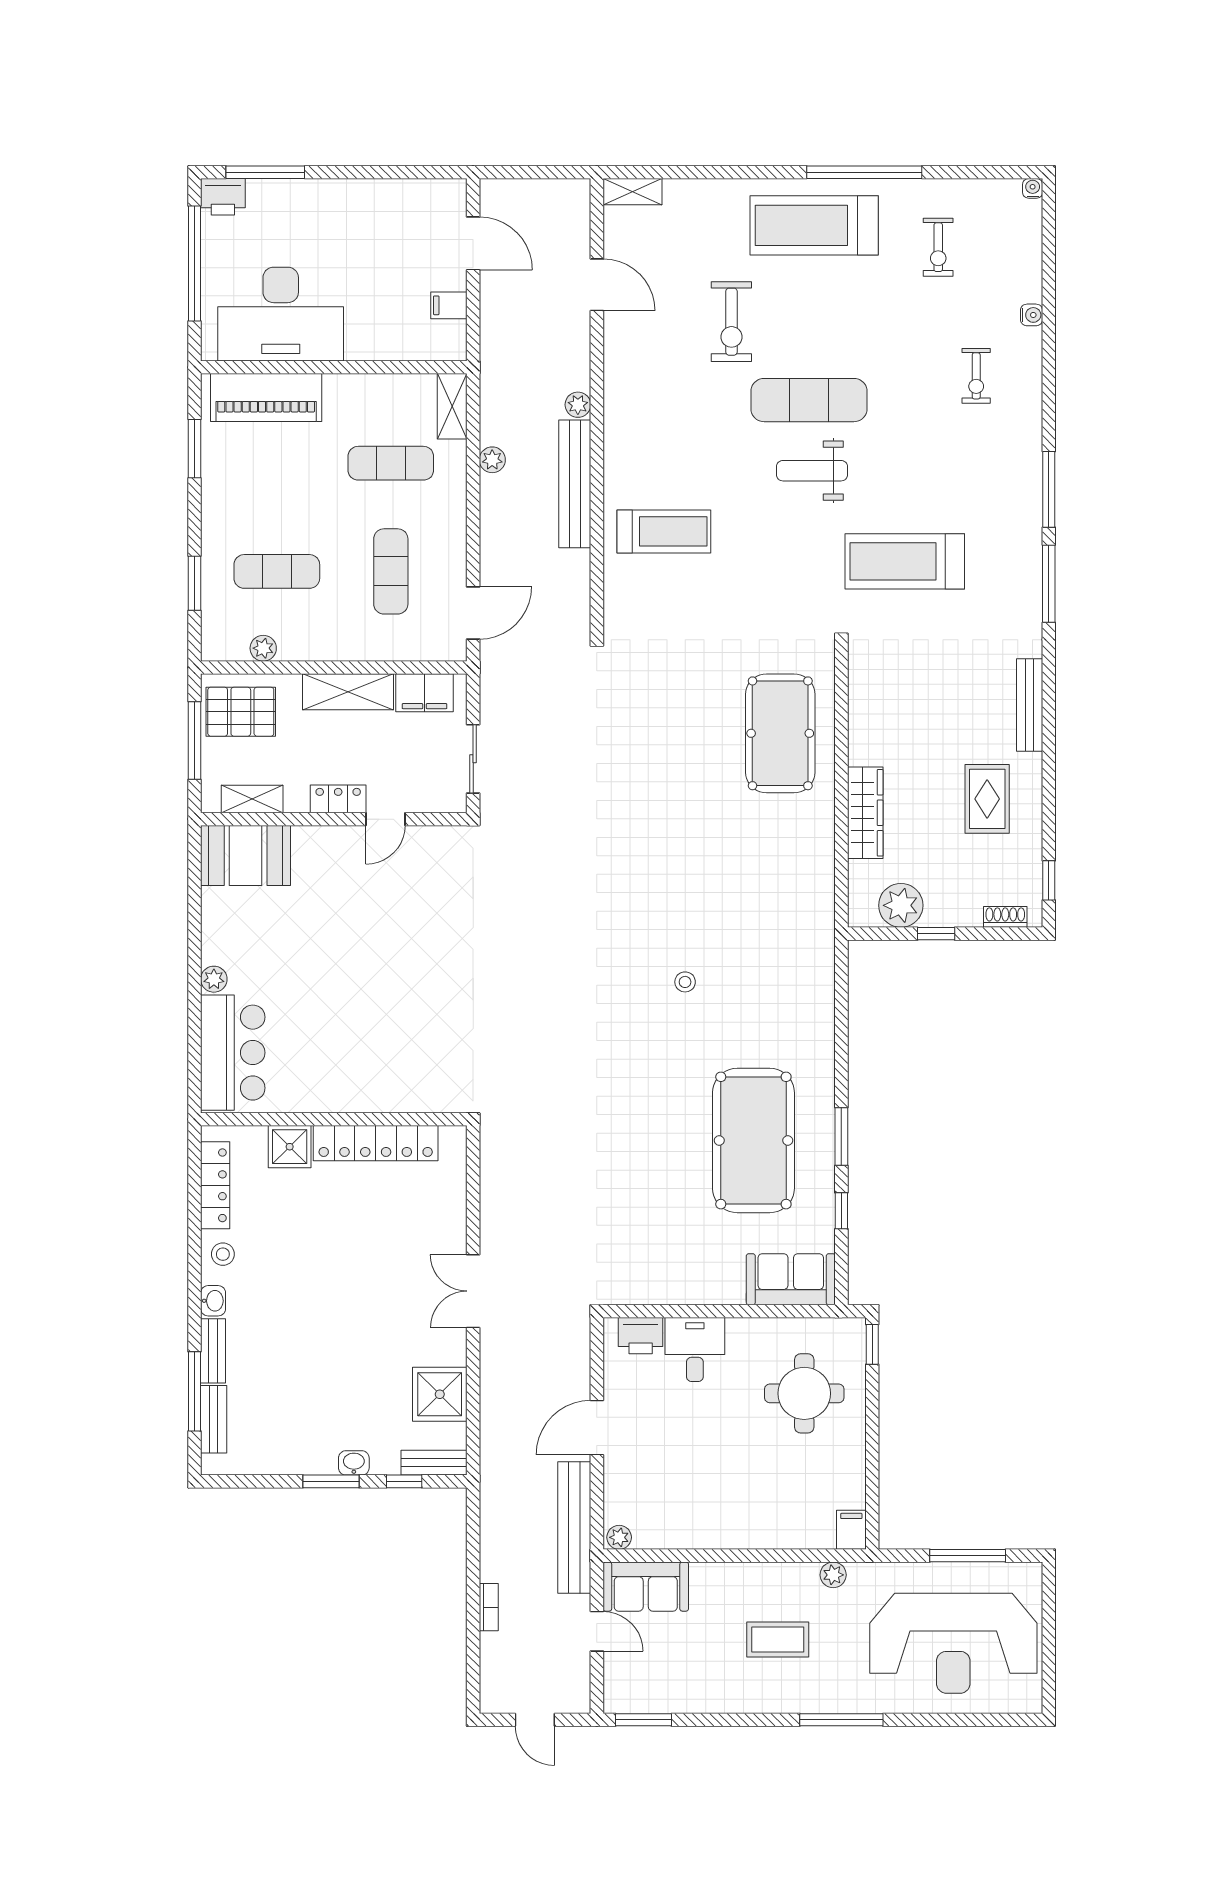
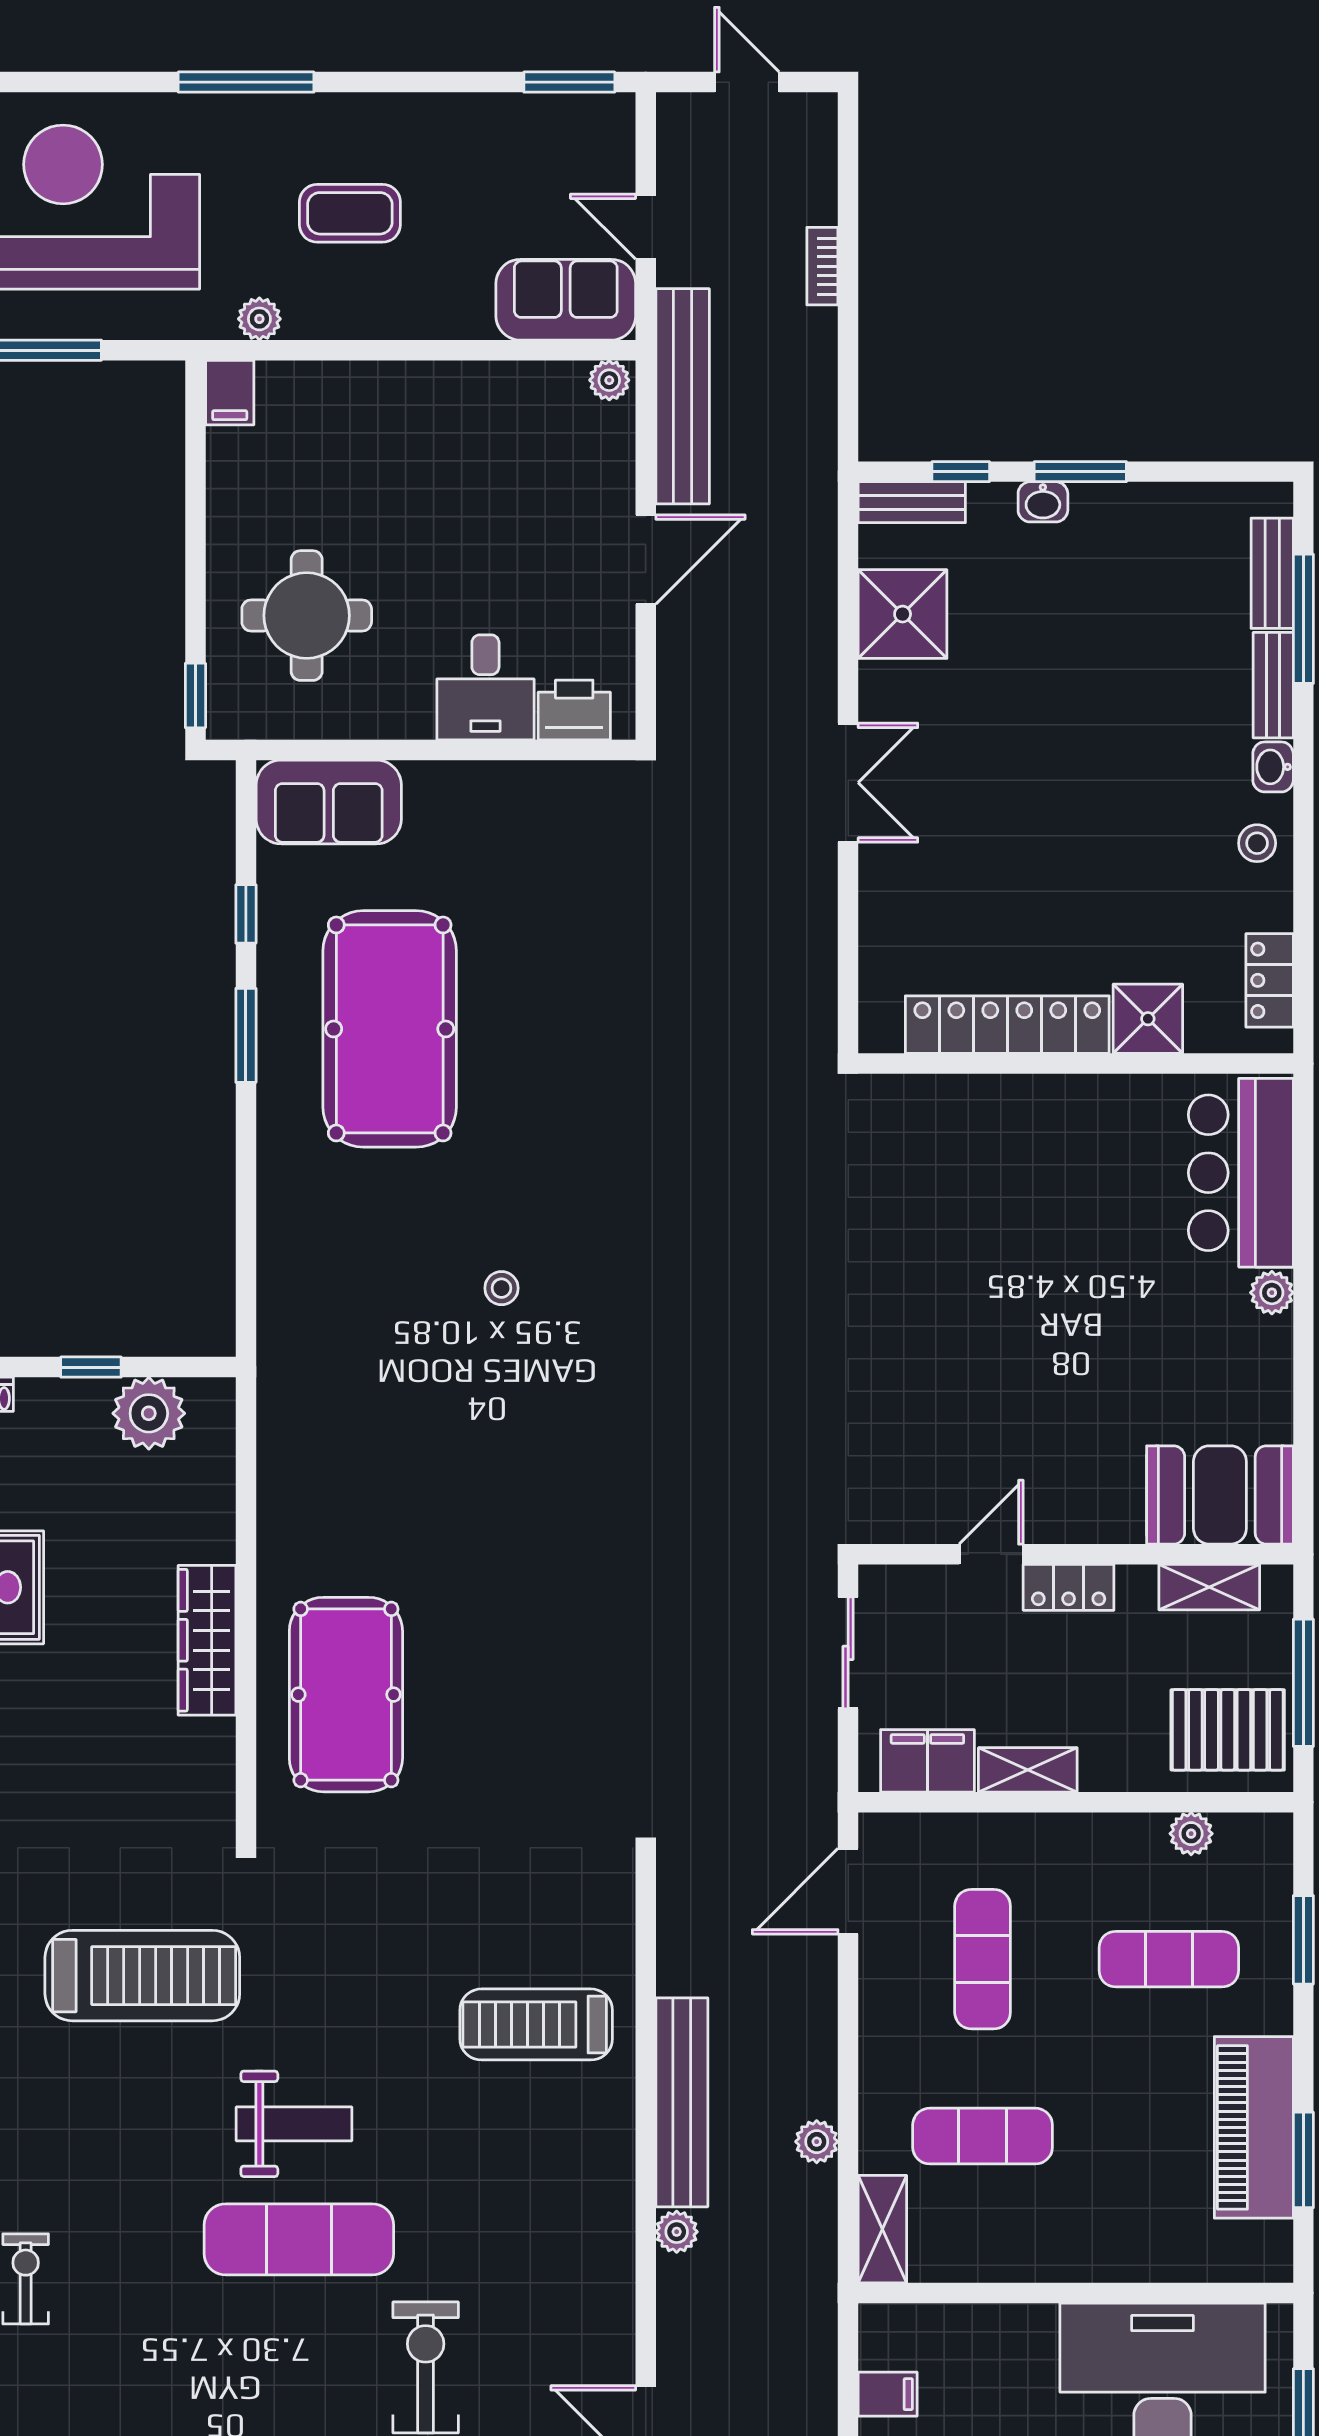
piano: (266, 398) -> (1254, 2127), moved, turned -90
shelving: (348, 692) -> (1028, 1770), width x0.67, depth x0.75
wardrobe: (865, 813) -> (207, 1640), moved
locker: (215, 1185) -> (1270, 980), width x0.66

